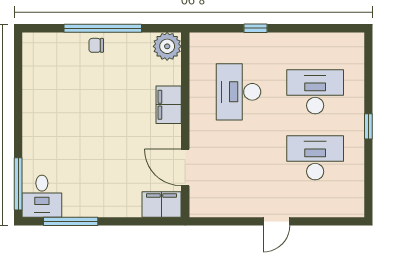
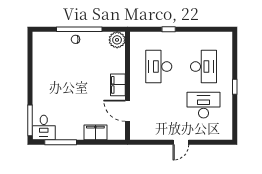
desk: (315, 92) -> (204, 67), turned 90
filing cabinet: (169, 105) -> (118, 85), moved
filing cabinet: (162, 205) -> (95, 132), moved

